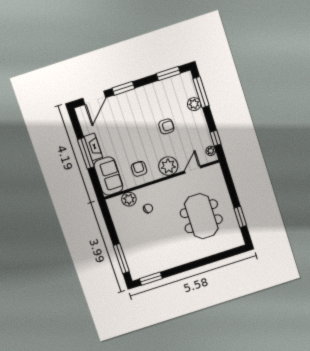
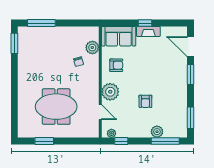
window: (86, 153) -> (145, 23), width x0.46

